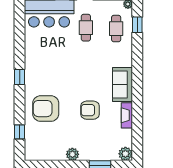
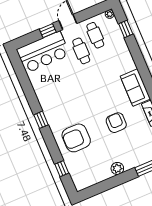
cafe table: (116, 29) -> (95, 35), moved
armchair: (90, 110) -> (116, 123), turned 90

